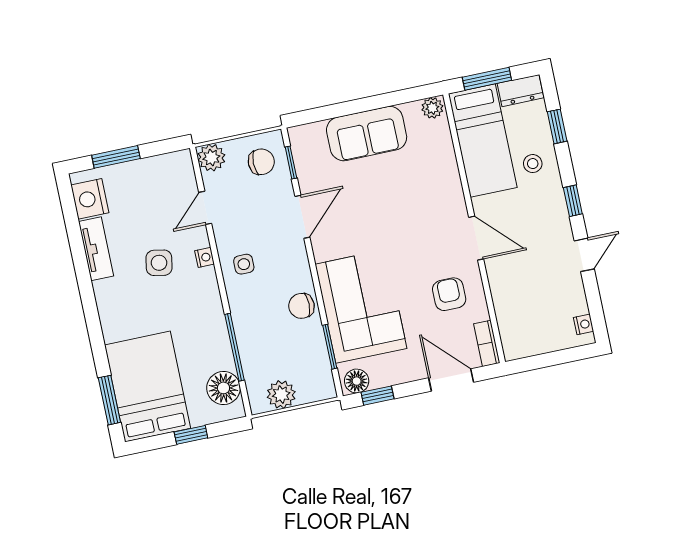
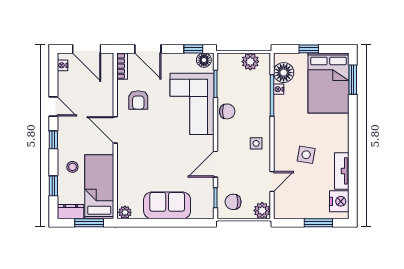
door: (584, 255) -> (53, 106), swing flipped
nightstand: (205, 257) -> (279, 89), moved
door: (550, 359) -> (87, 49), added

